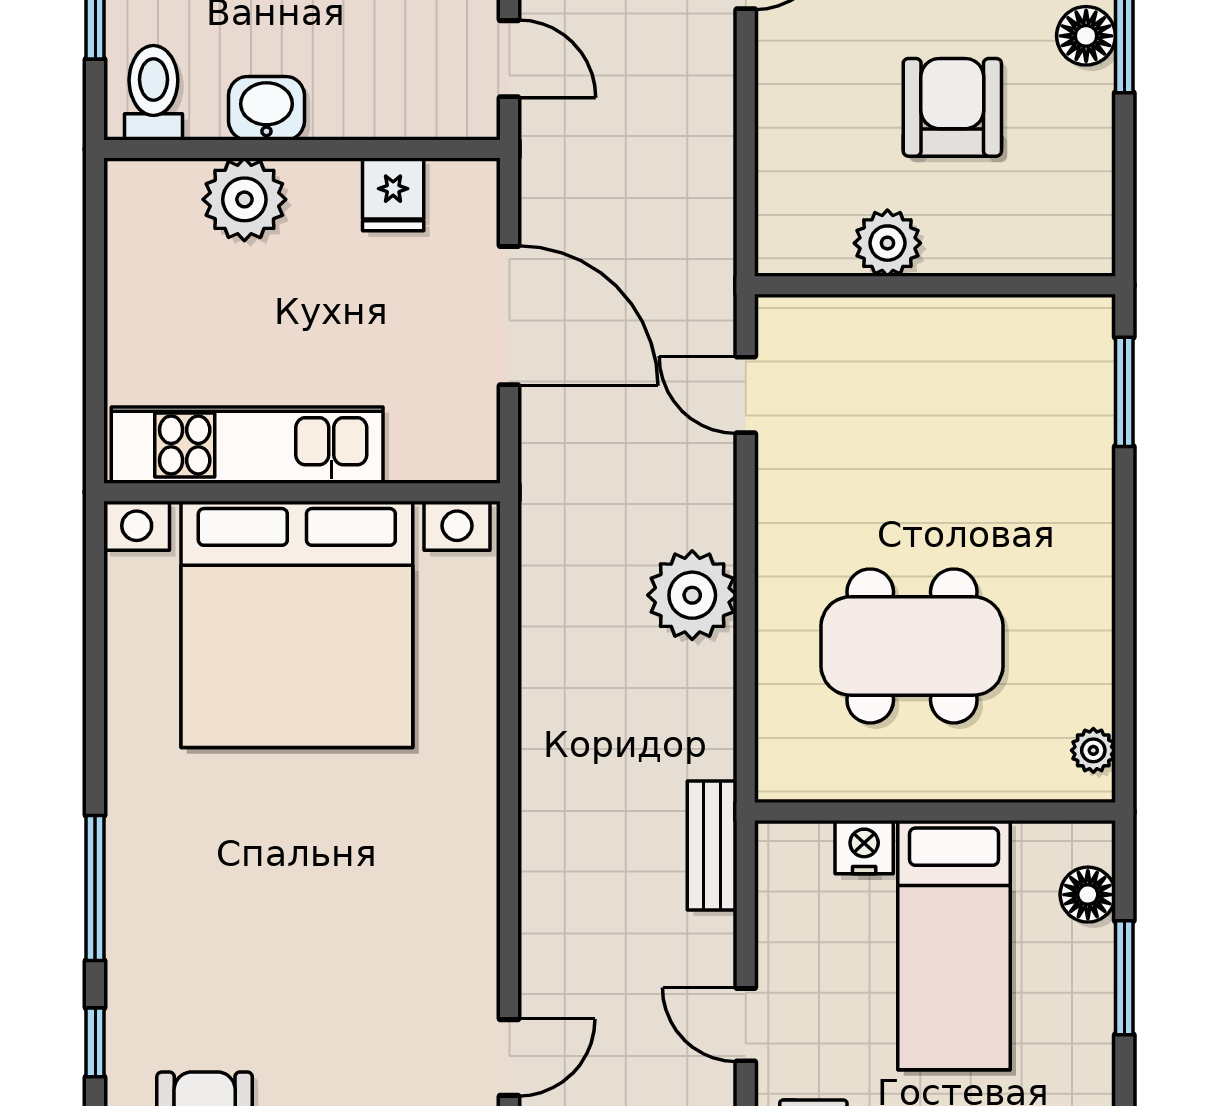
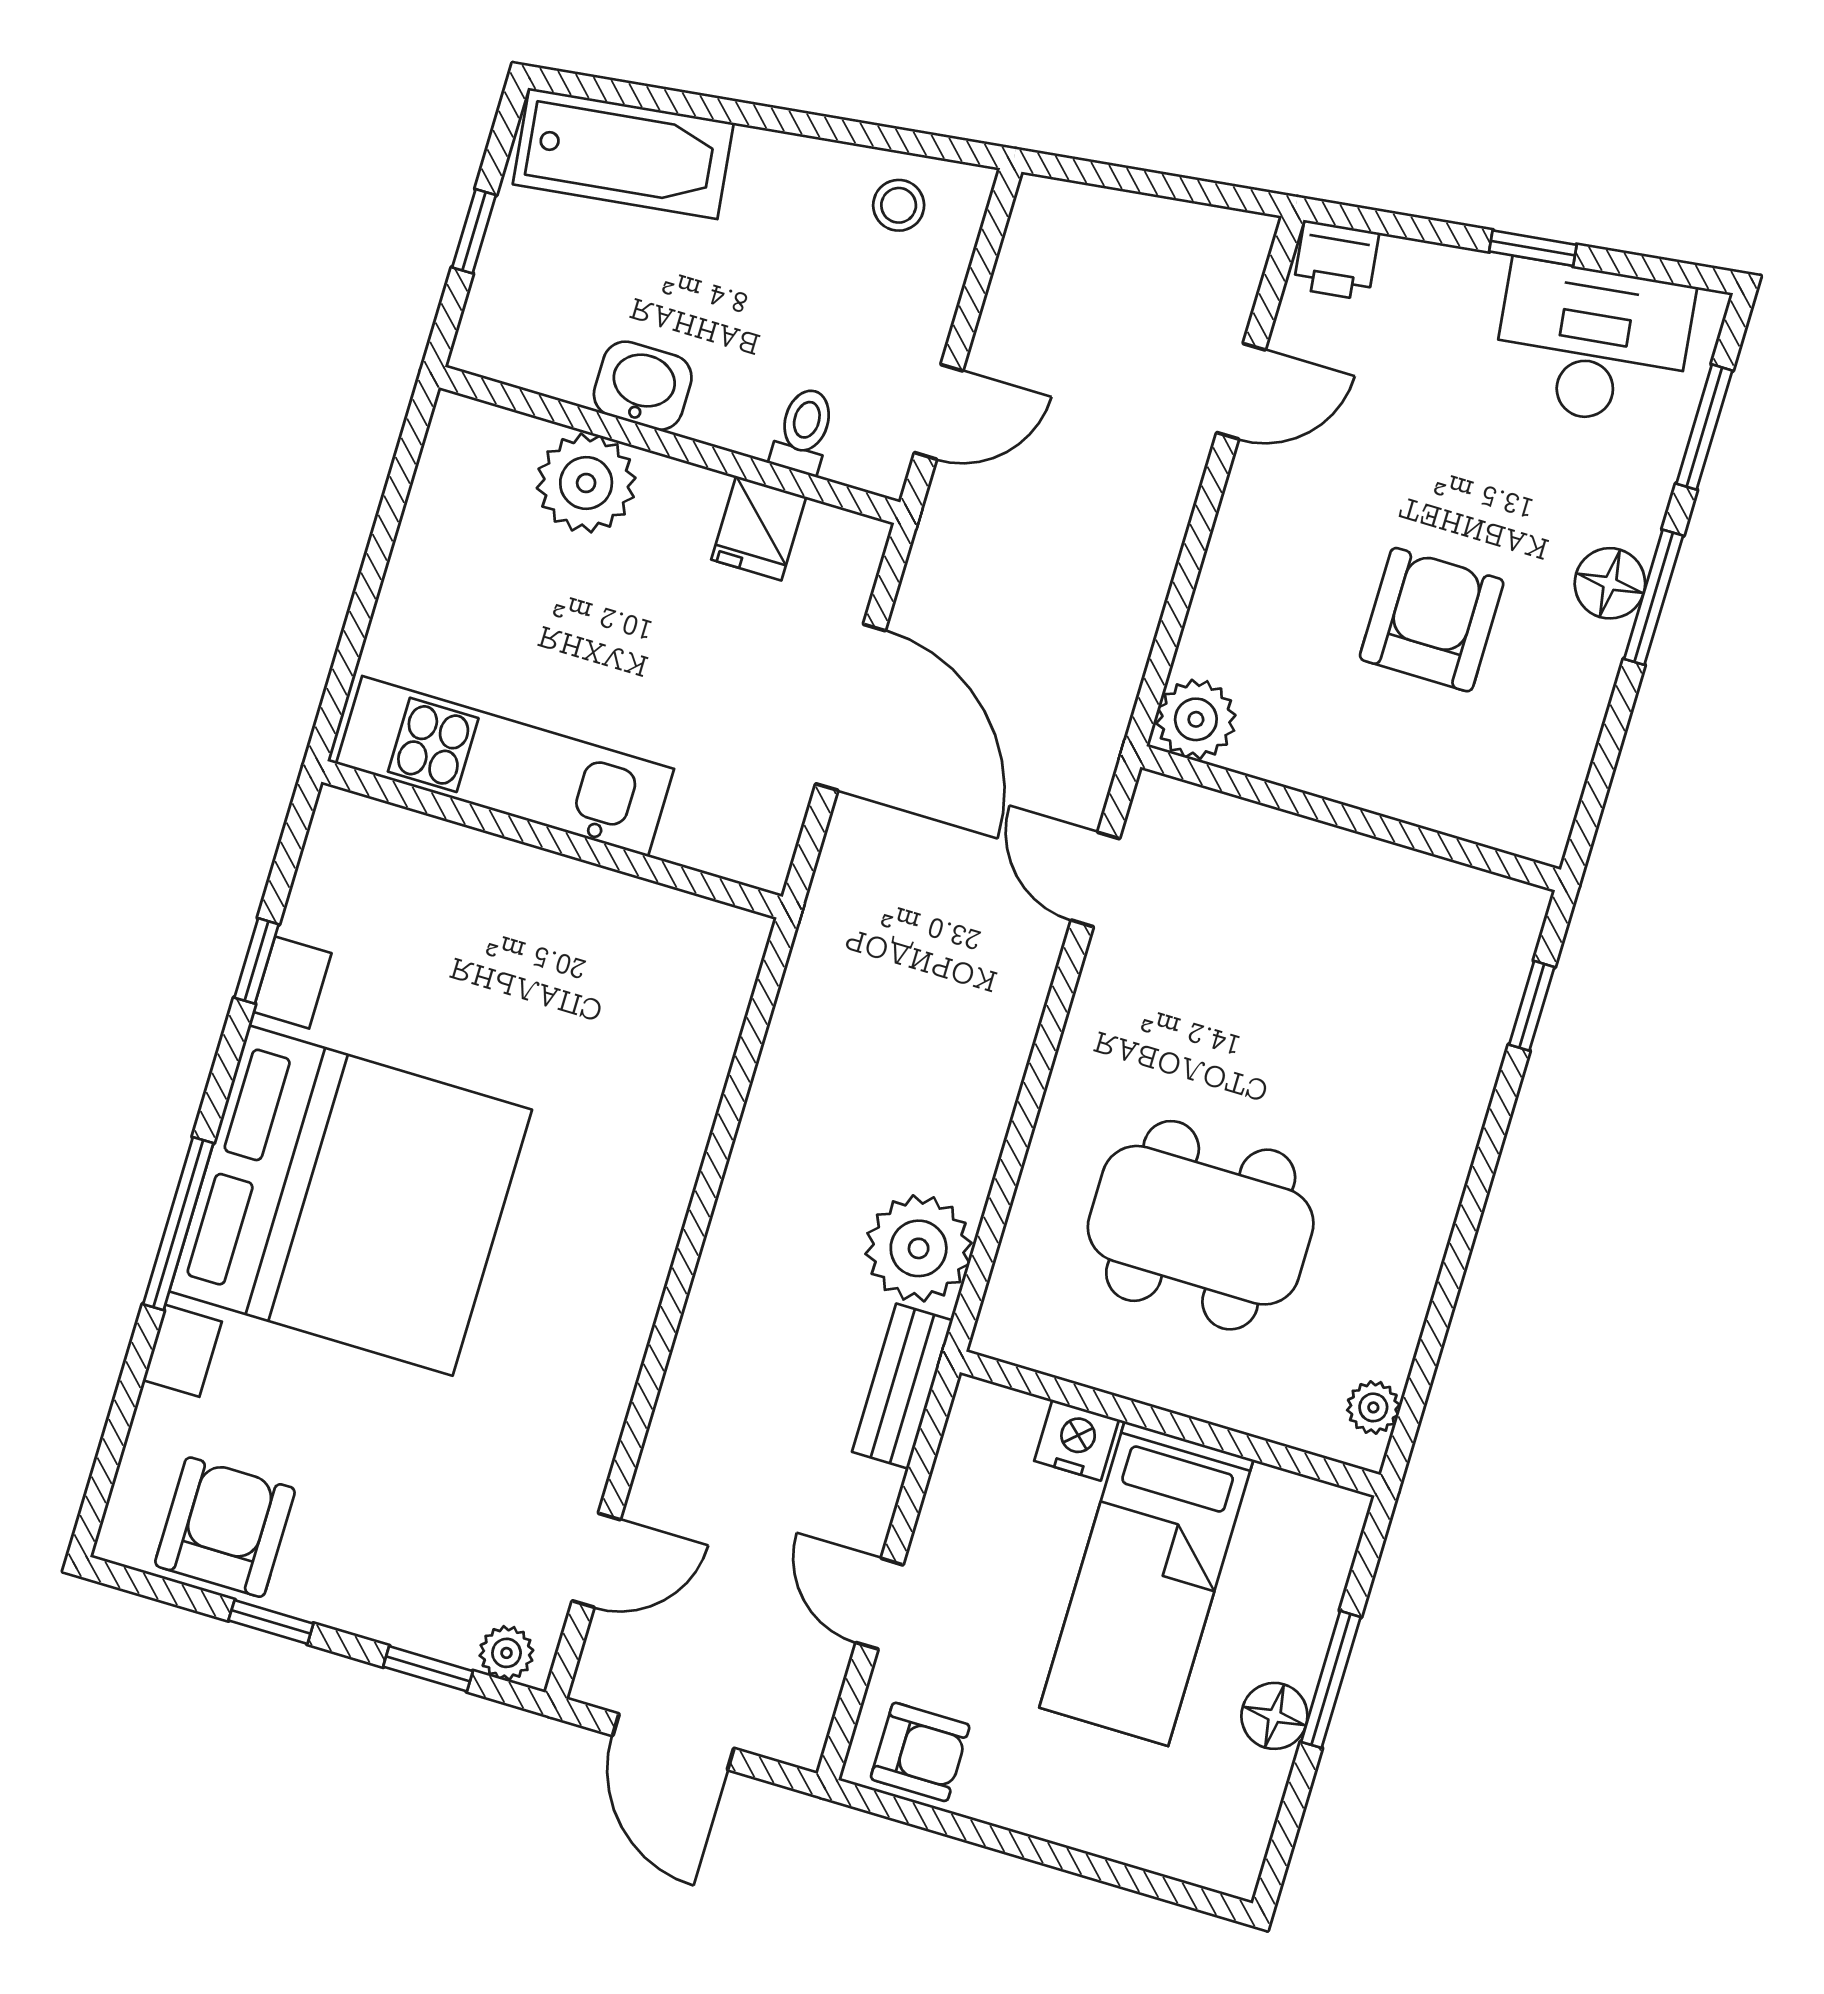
door: (509, 59) -> (939, 412), hinge flipped
toilet: (153, 93) -> (804, 431), moved, width x0.73, depth x0.72
plant: (887, 243) -> (1196, 719), moved
window: (1124, 392) -> (1532, 1006), width x0.67
plant: (692, 595) -> (919, 1248), moved
bed with nightstands: (297, 624) -> (351, 1200), moved, turned -90
floor lamp: (1088, 895) -> (1274, 1716), moved
window: (95, 1042) -> (257, 961), moved

